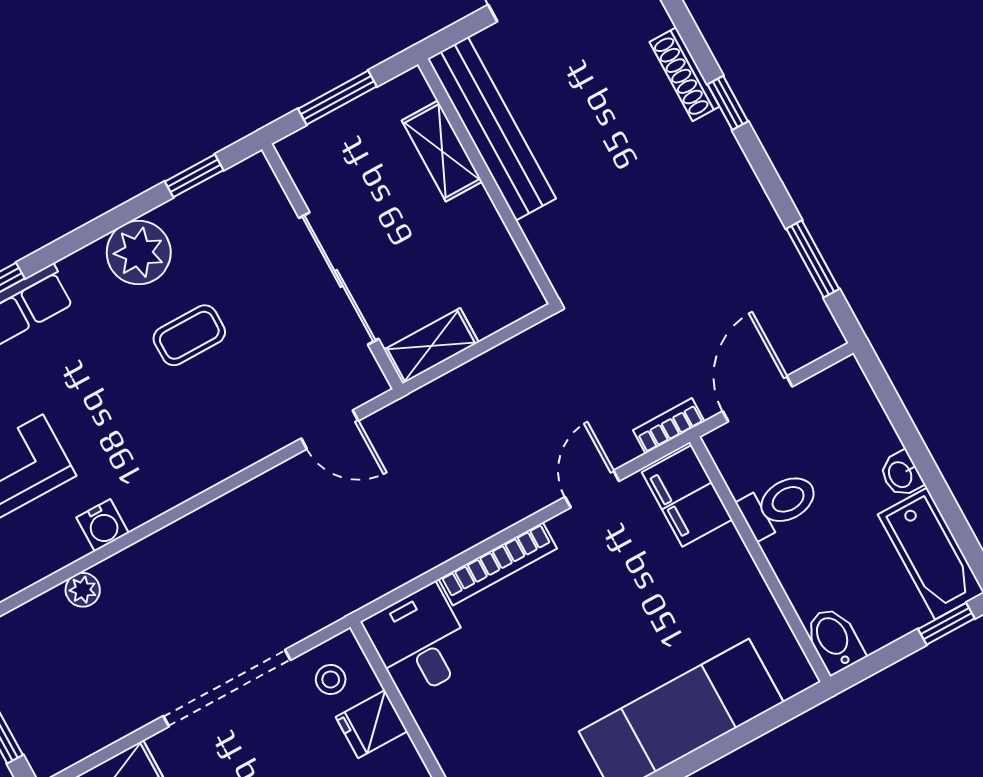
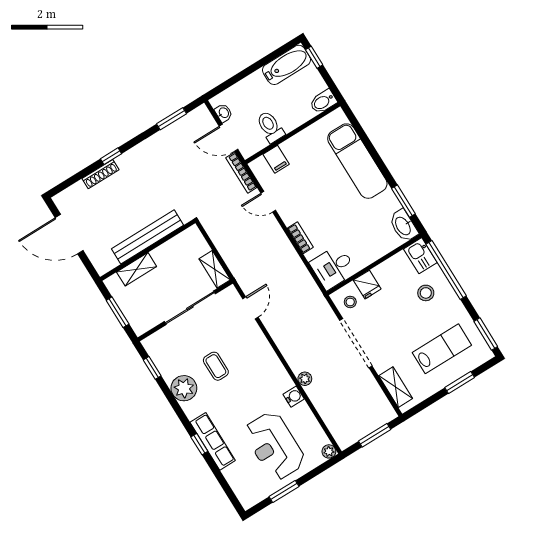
bench: (492, 129) -> (147, 237), moved
bookcase: (669, 426) -> (241, 173), width x1.56
washbasin: (901, 474) -> (224, 113), moved, turned -90
filing cabinet: (687, 496) -> (276, 159), width x0.50
bookcase: (498, 564) -> (300, 238), width x0.64
plant: (83, 590) -> (305, 379), moved

